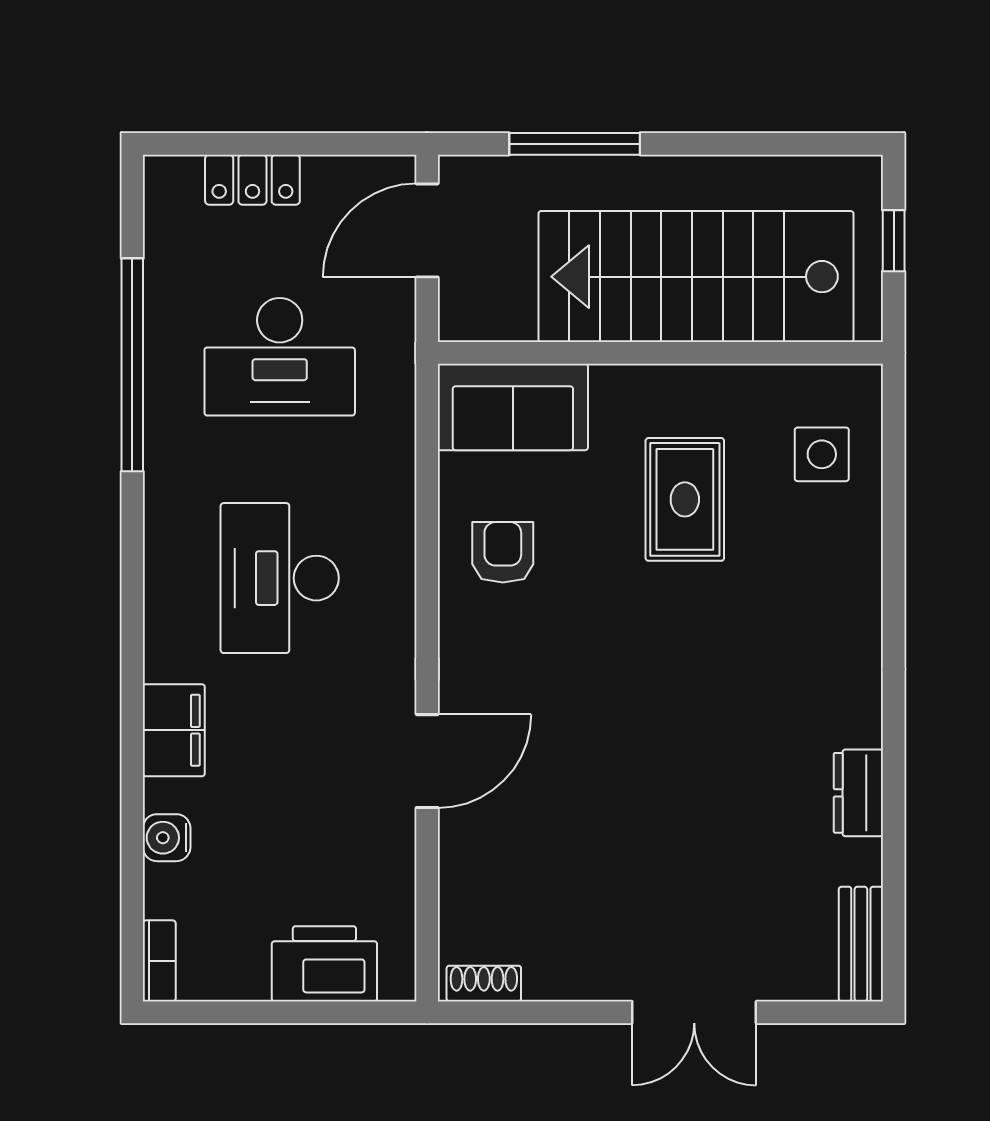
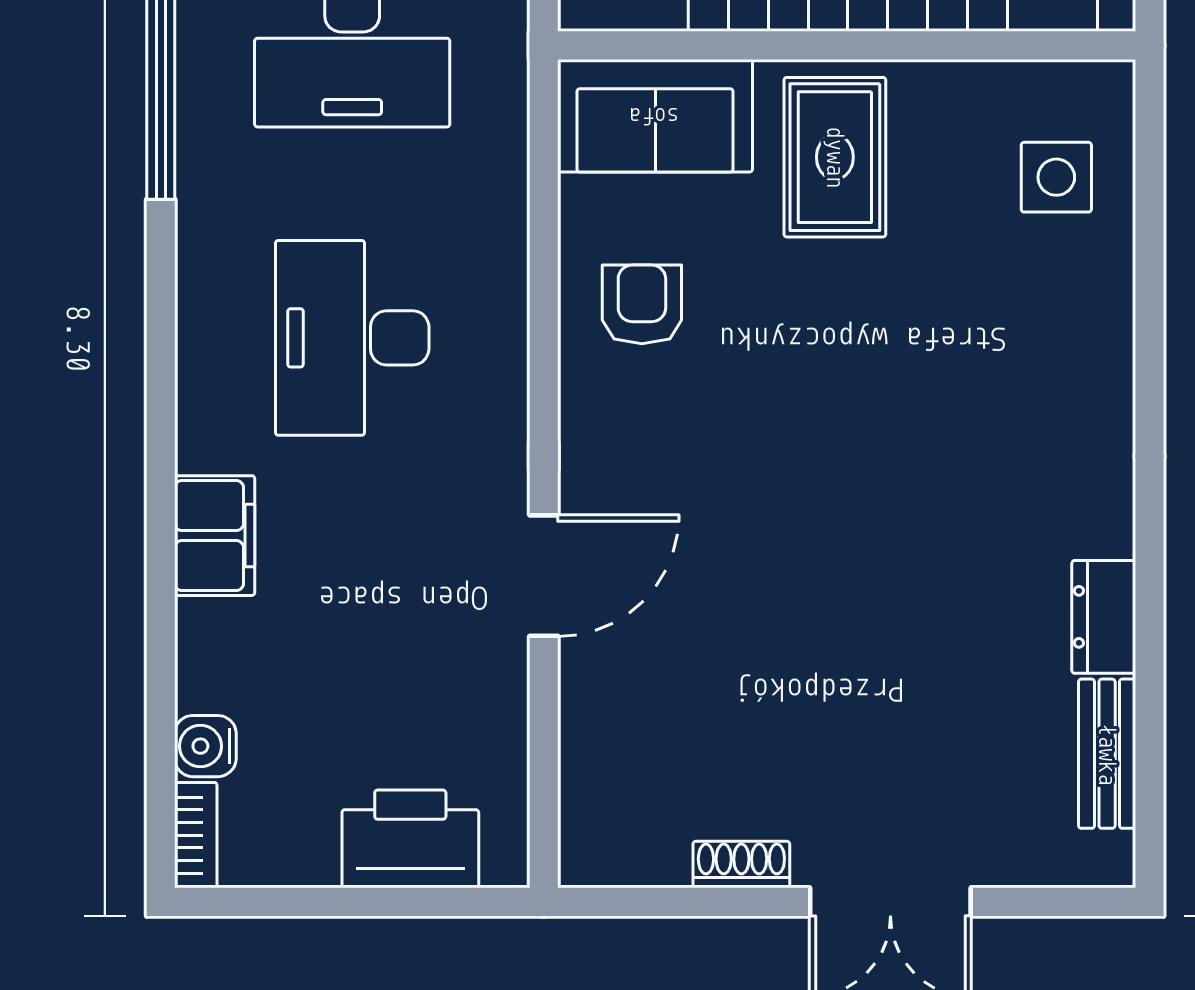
rug: (685, 499) -> (835, 157), moved
water cooler: (167, 838) -> (205, 746), moved
bench: (861, 944) -> (1107, 754), moved
shoe rack: (484, 984) -> (741, 865), moved

